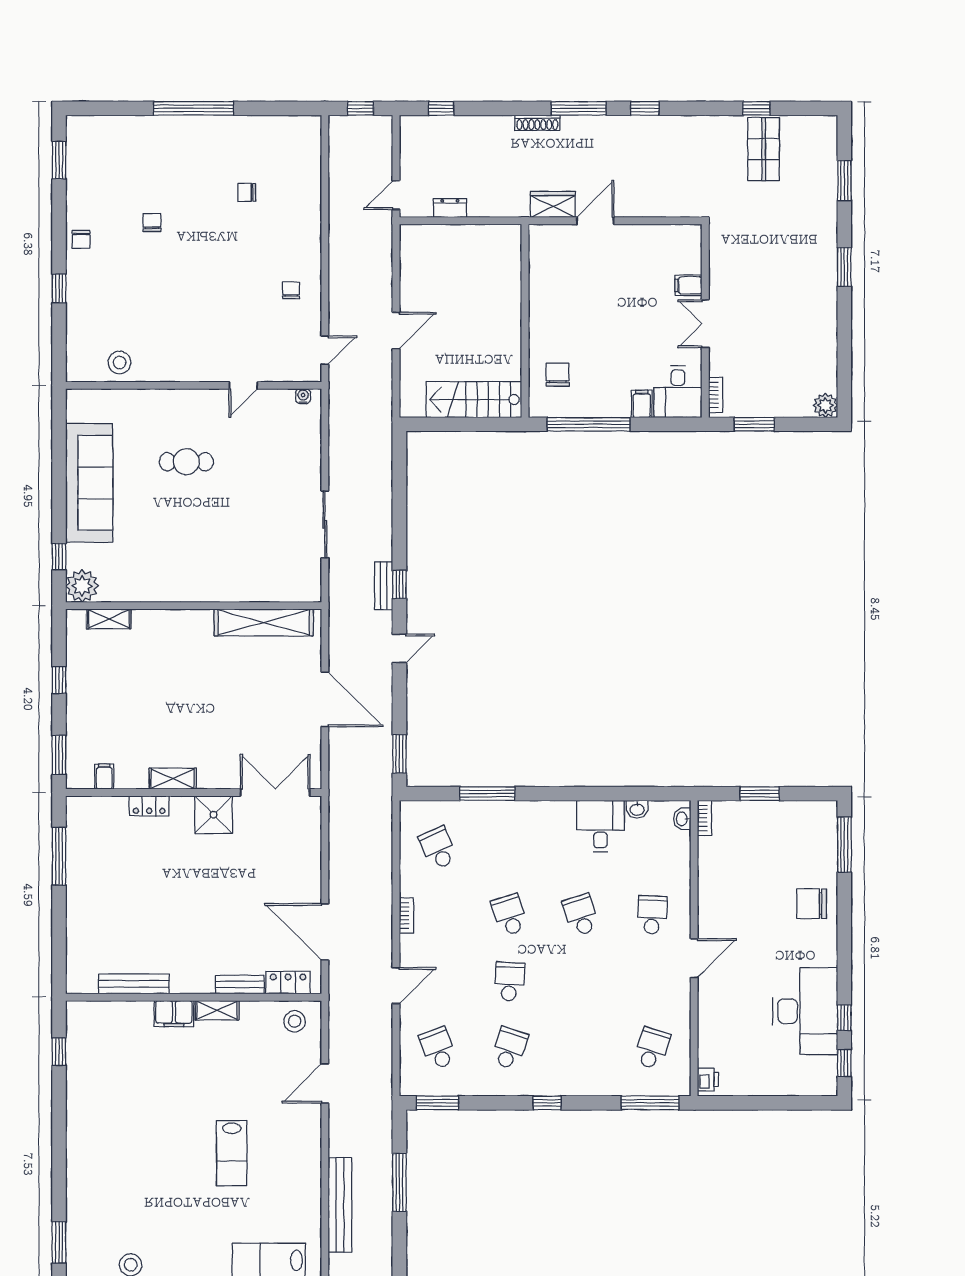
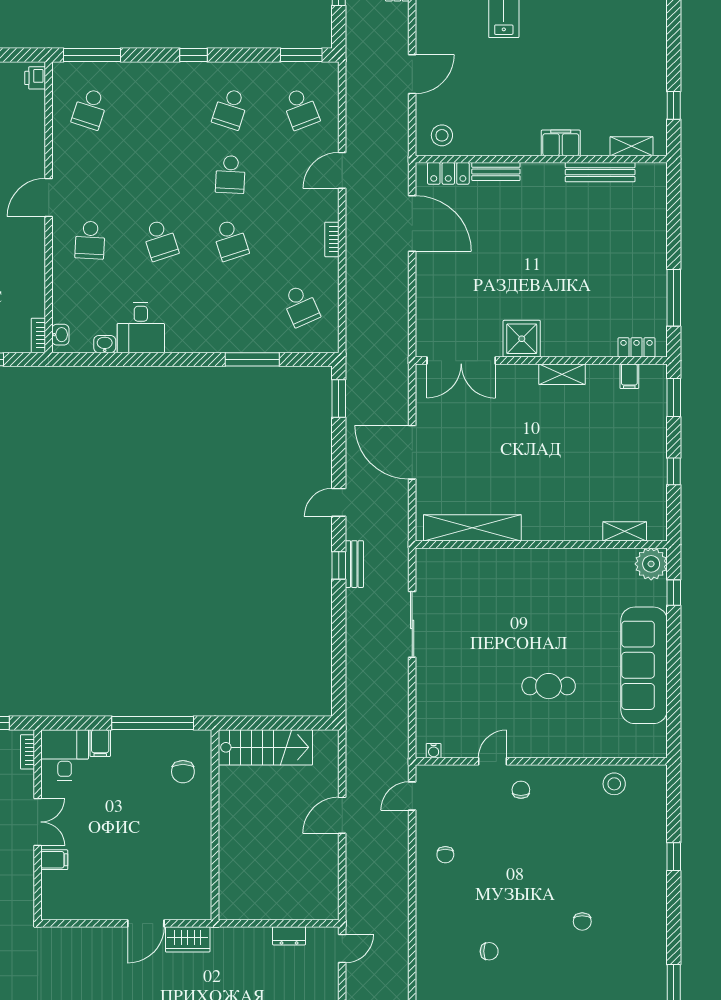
chair: (81, 239) -> (521, 790), moved
locker: (149, 806) -> (637, 347), moved
shelving: (217, 1010) -> (632, 146), moved

